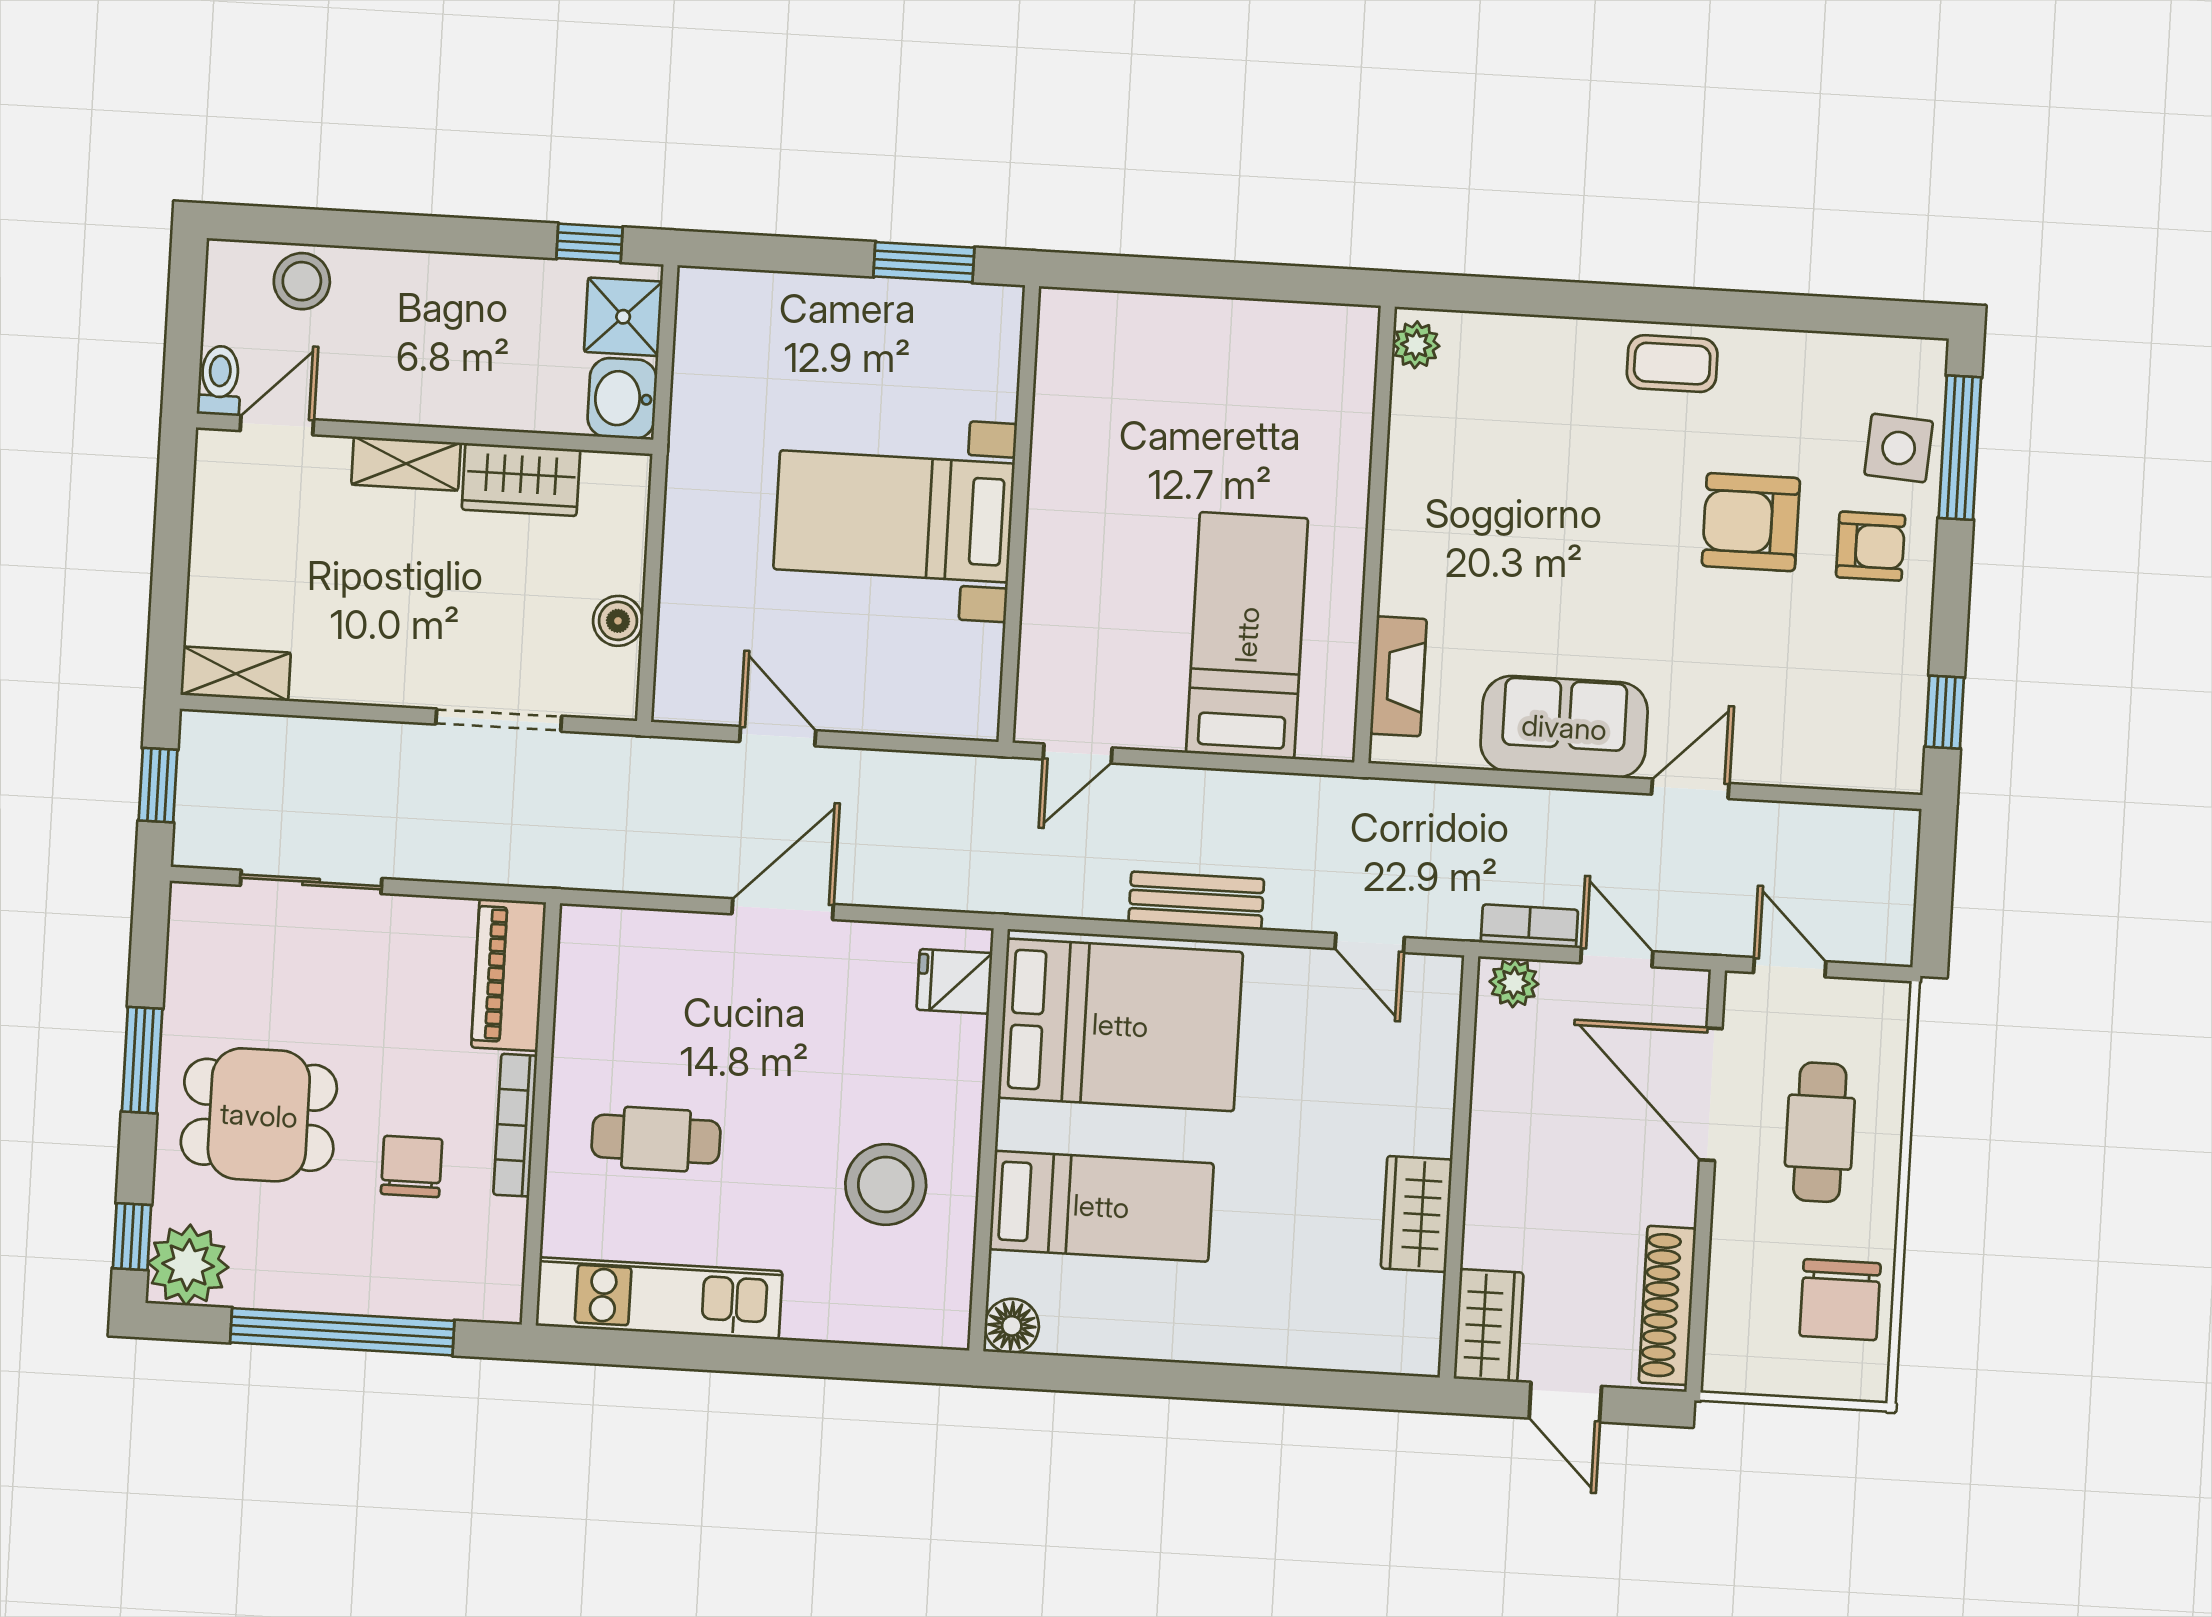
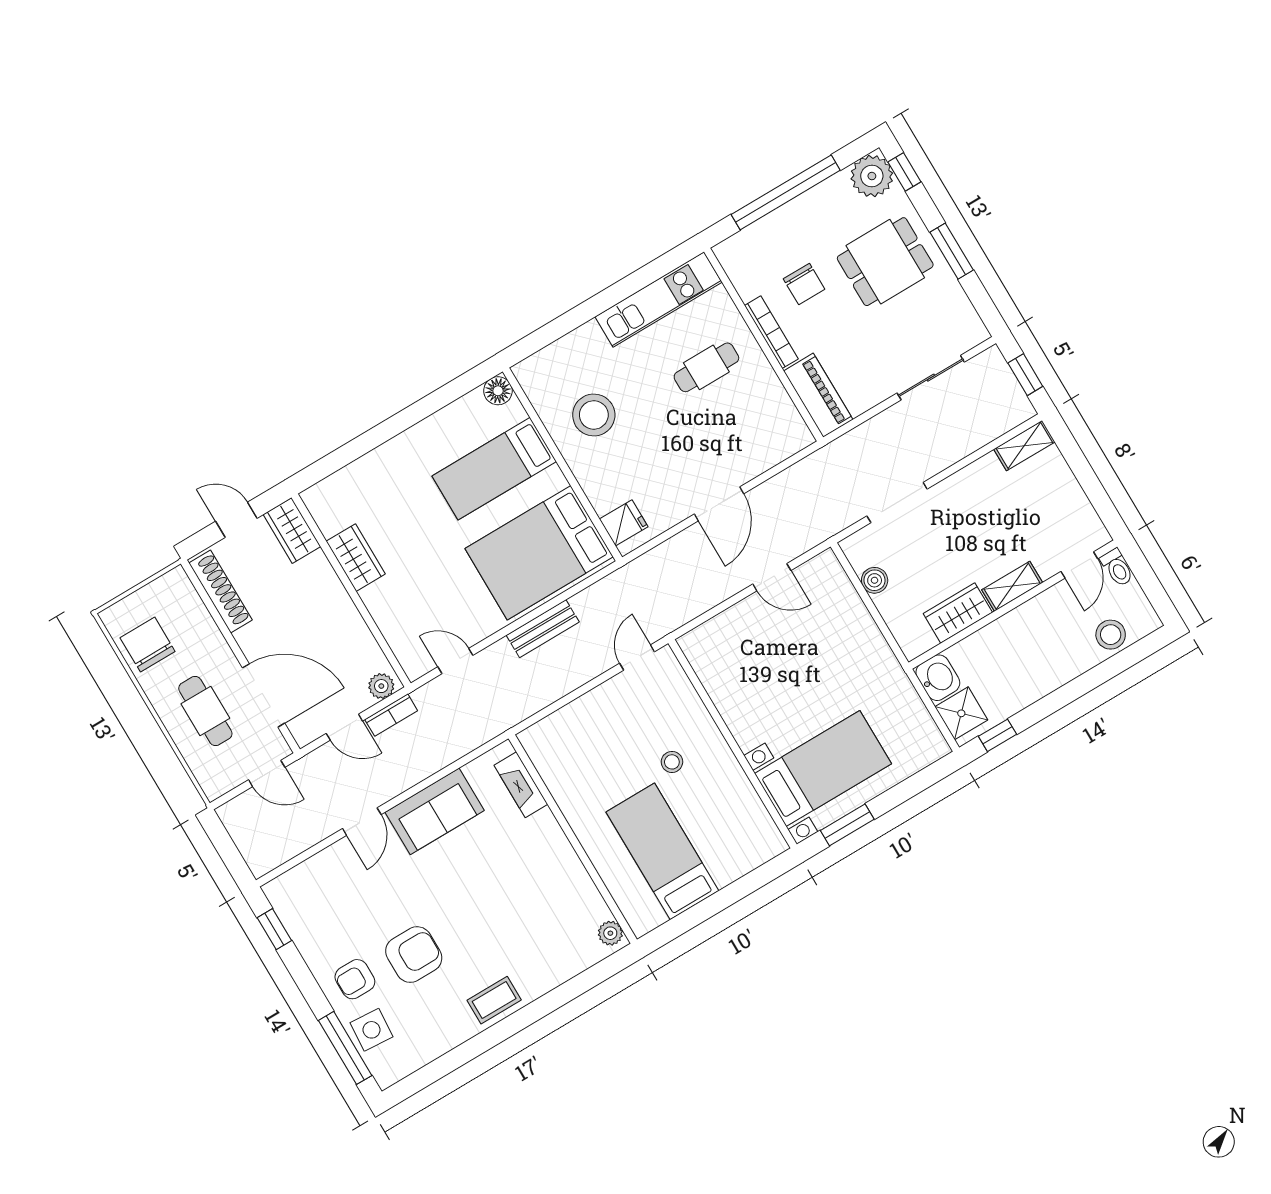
bed with nightstands: (894, 516) -> (823, 769), moved
stool: (1134, 550) -> (672, 762), added
bed: (1247, 635) -> (662, 851), moved, turned 180

